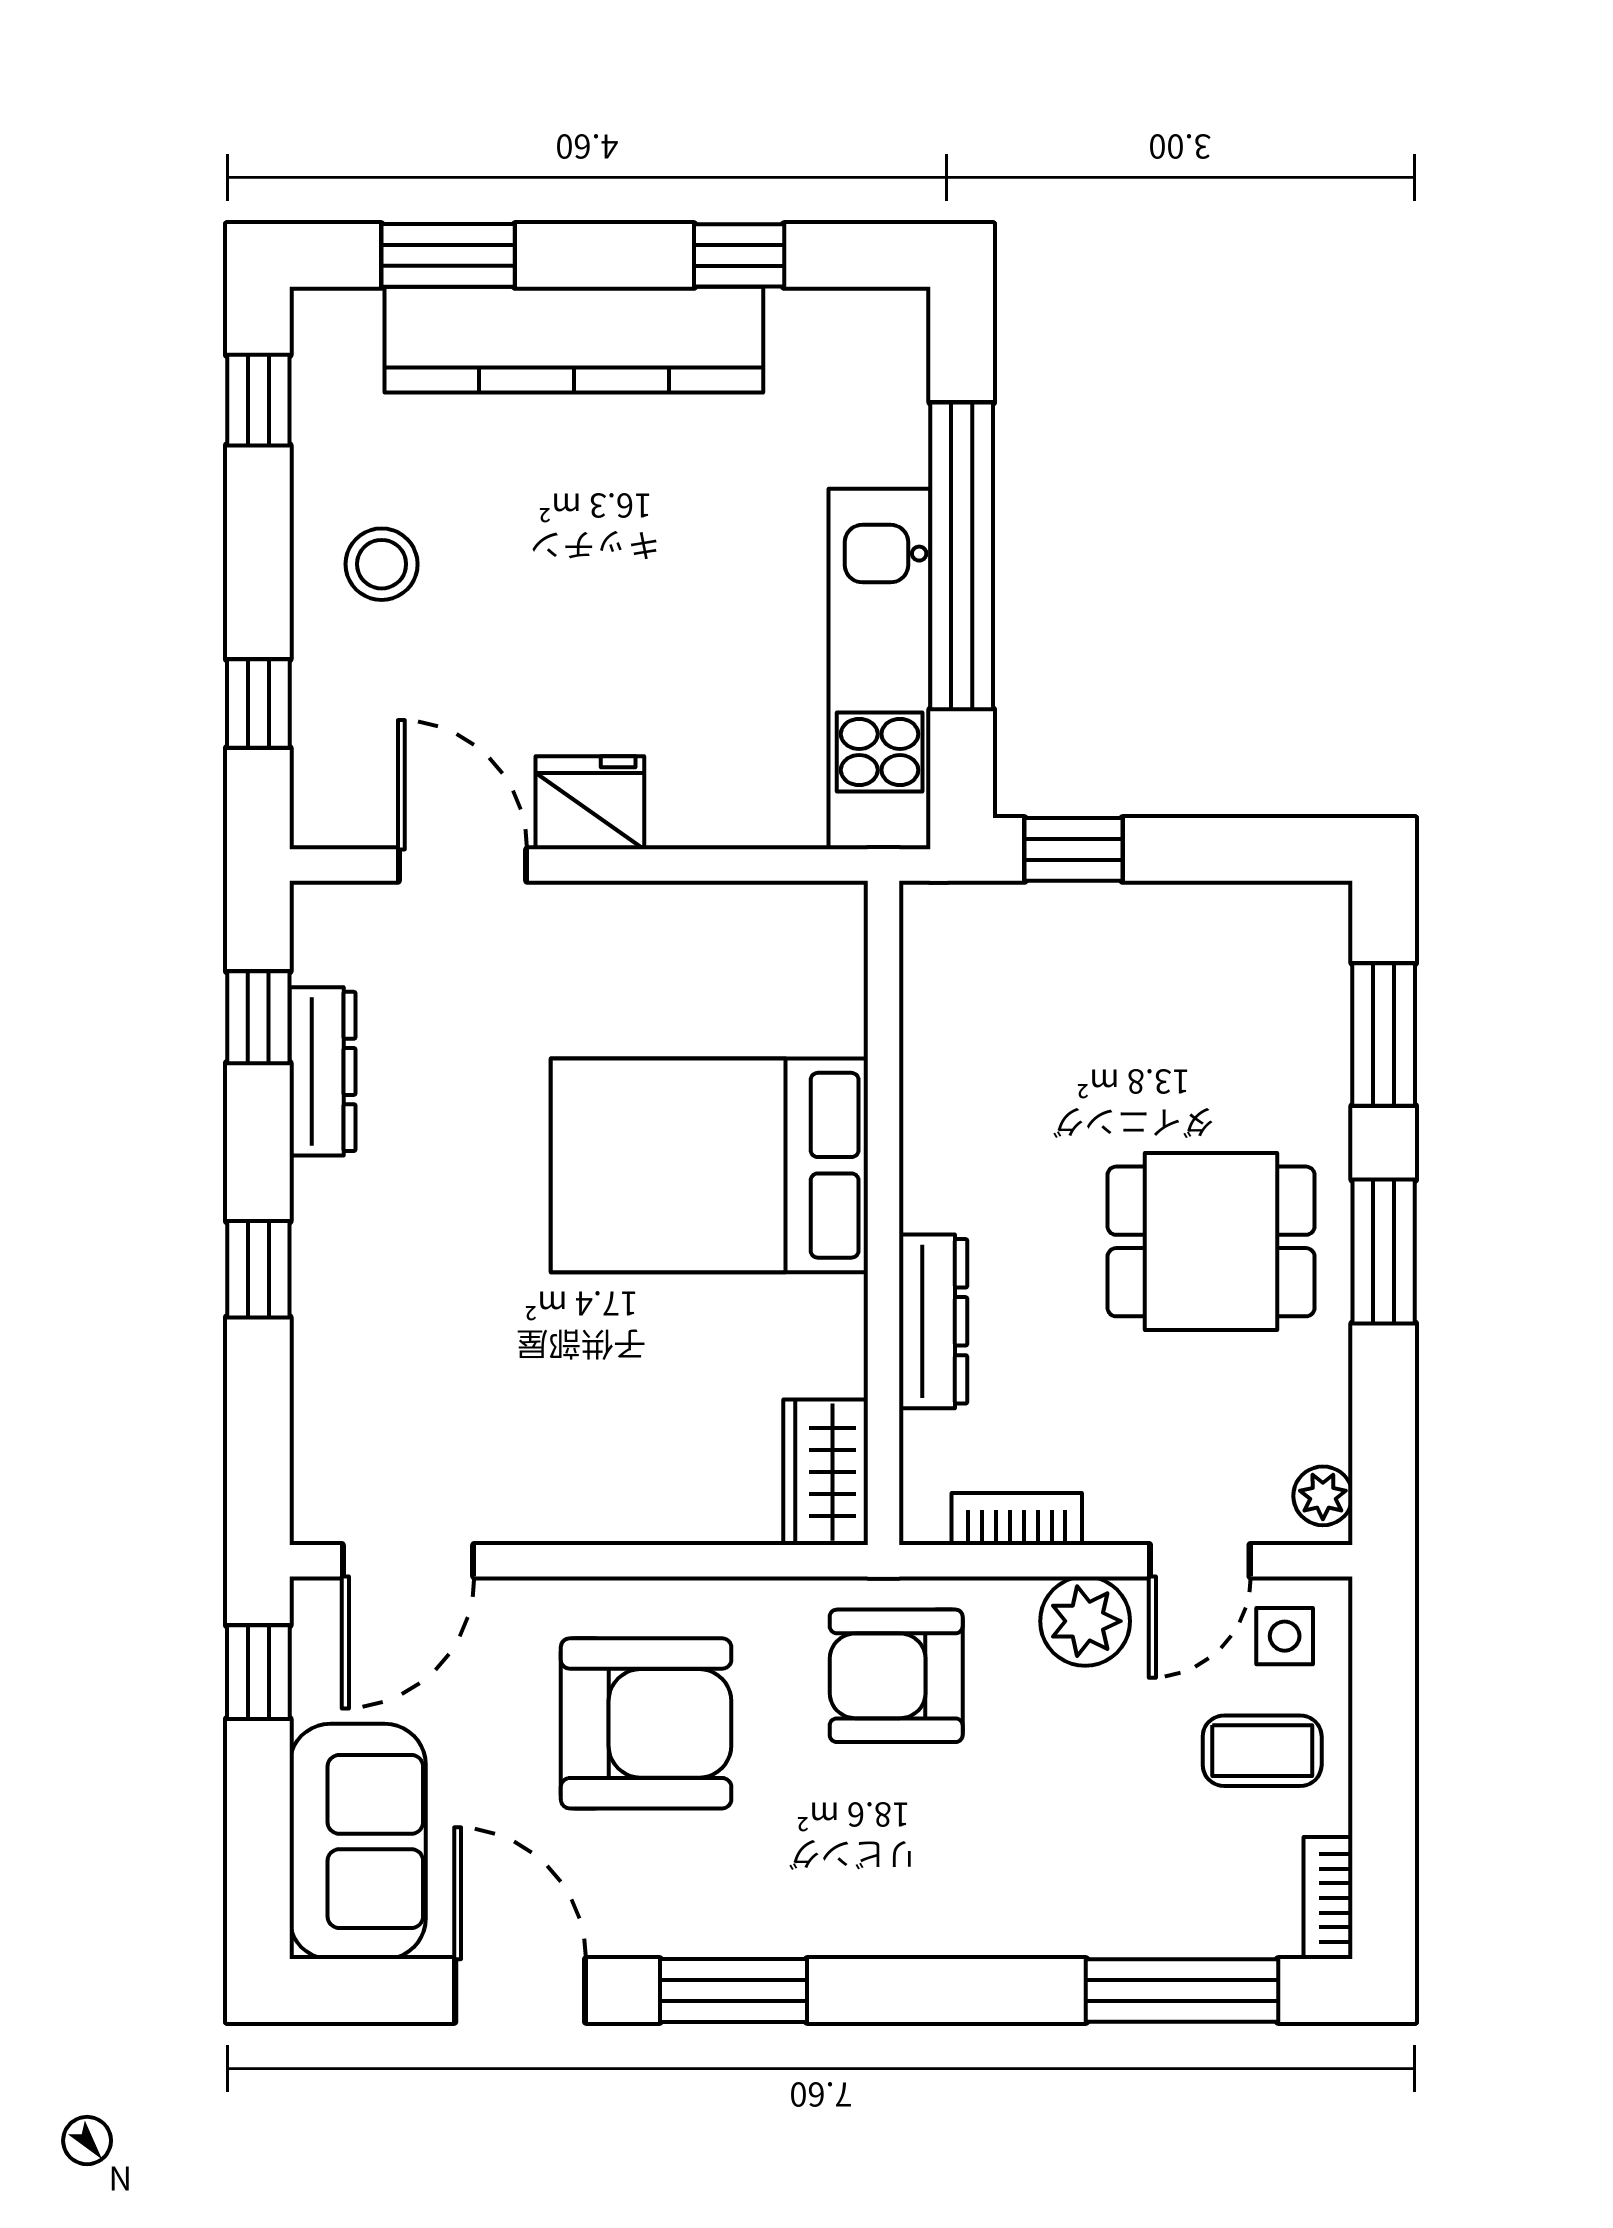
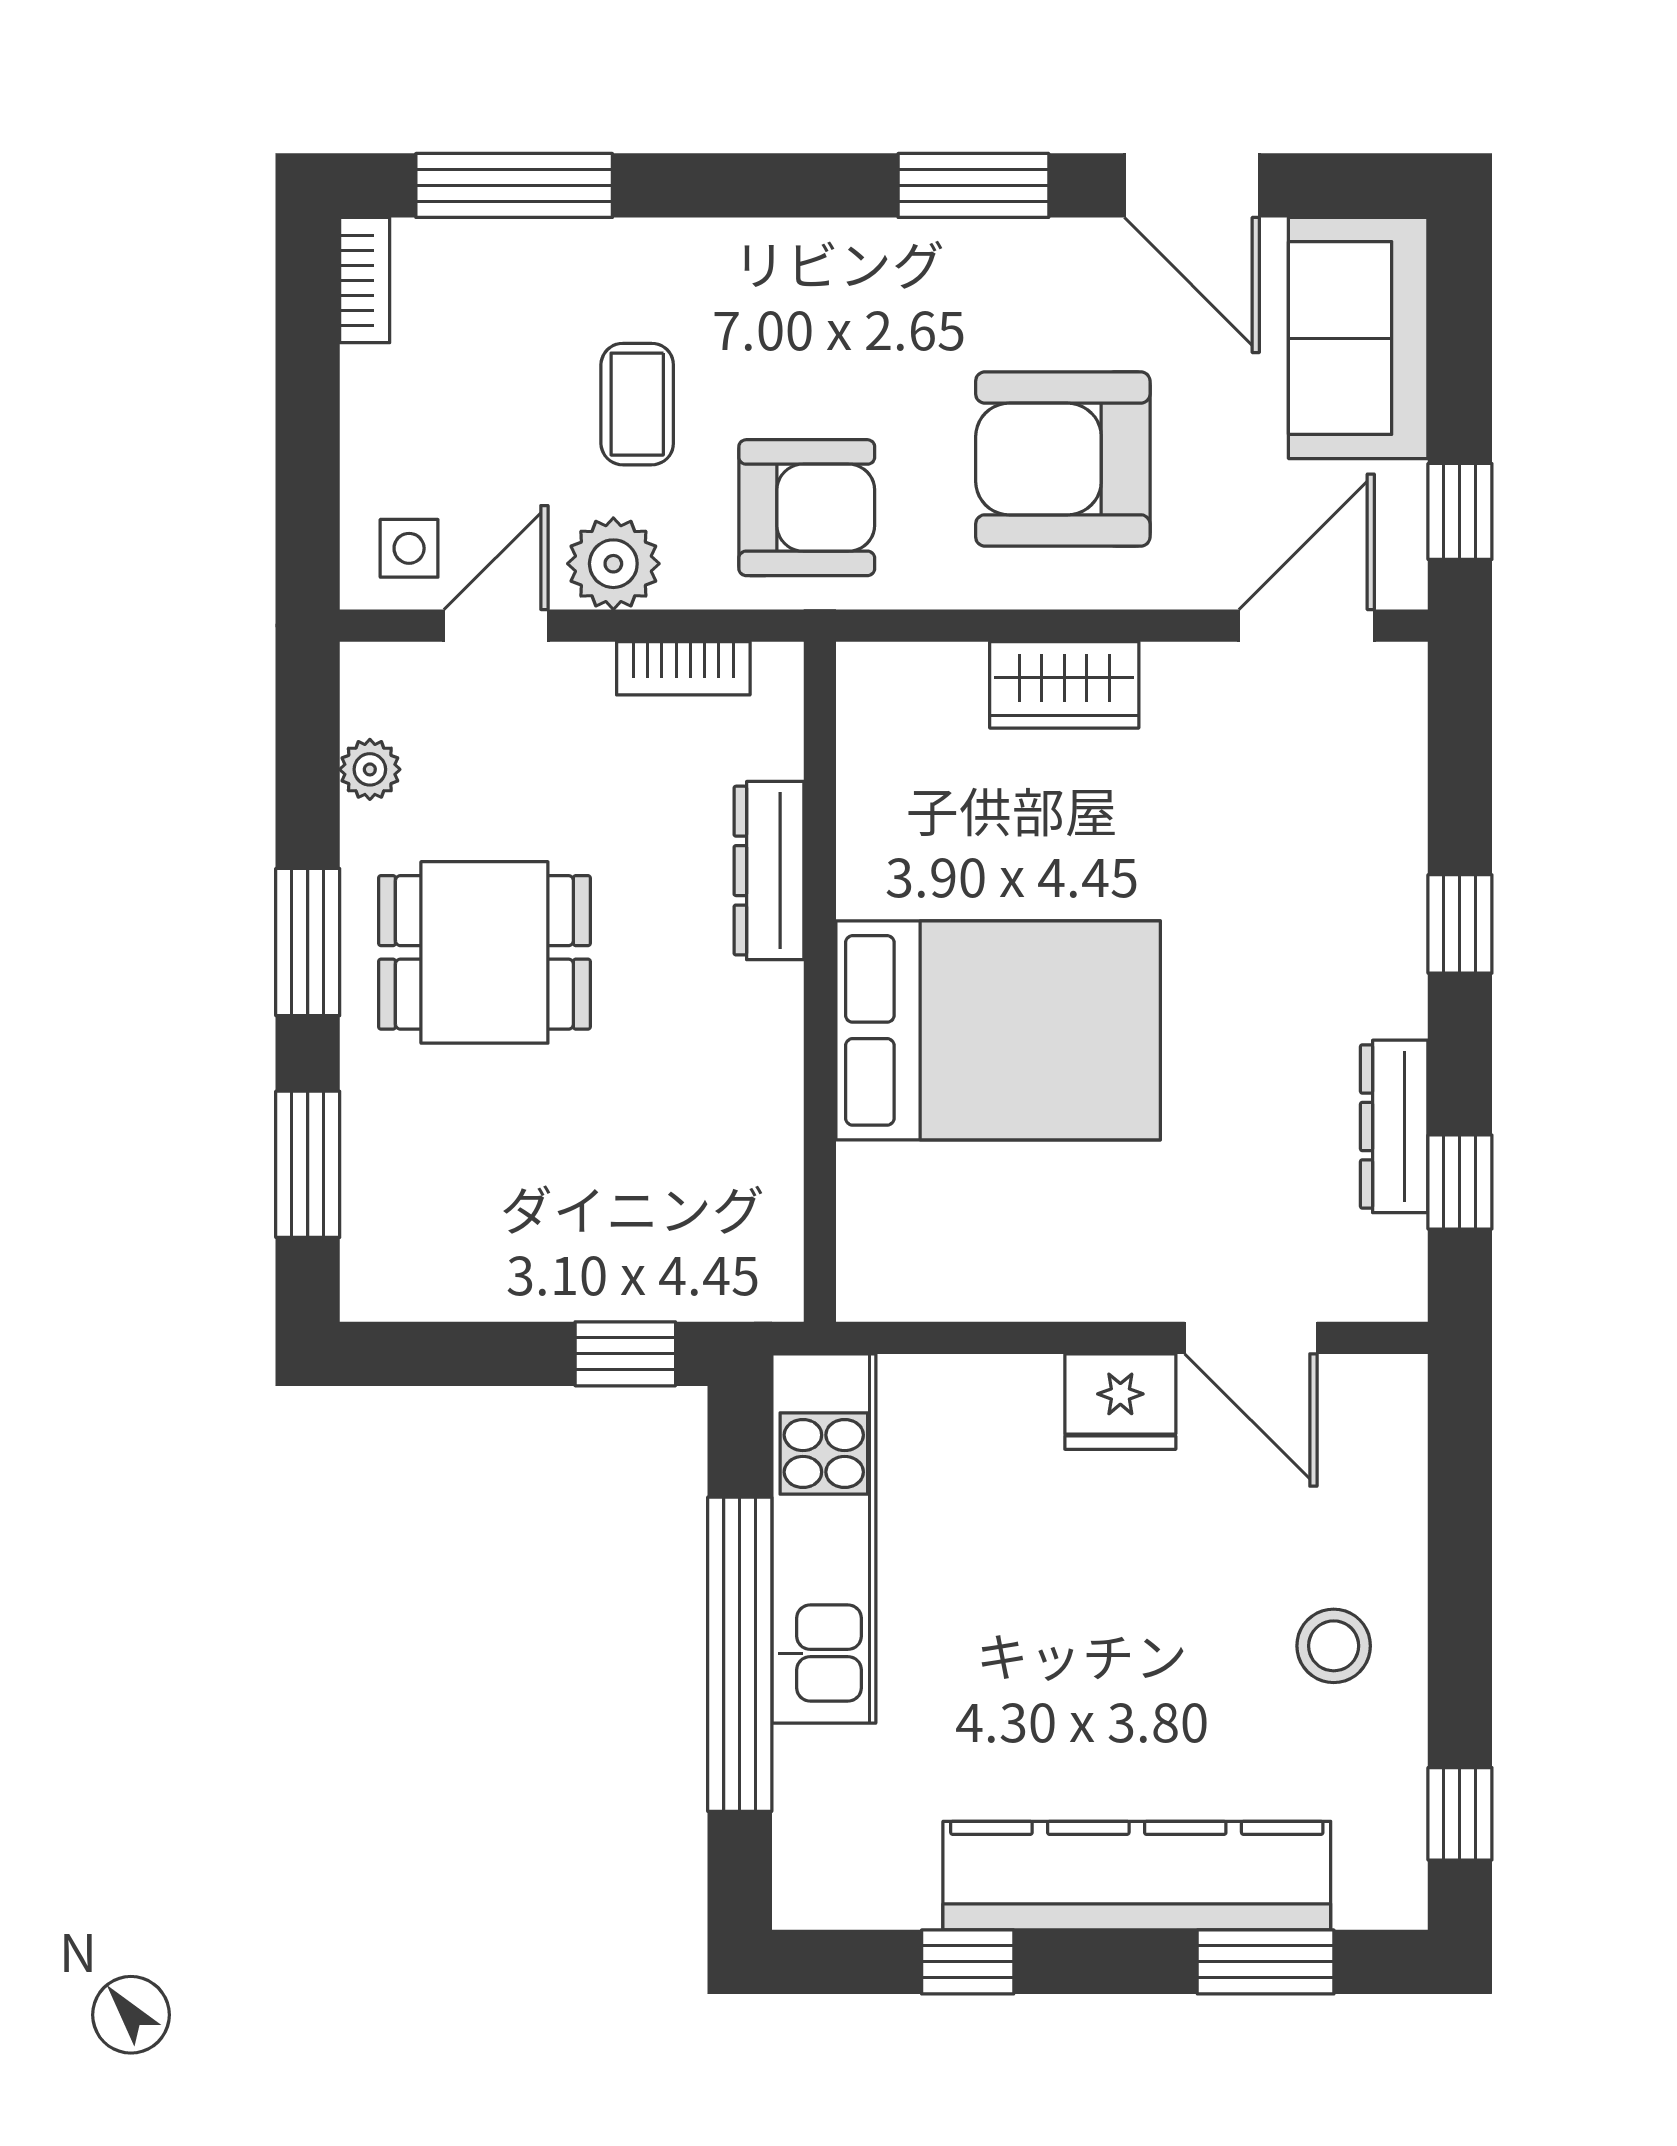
window: (258, 704) -> (1460, 1503), removed
wardrobe: (826, 1472) -> (1064, 685), moved, turned 90
plant: (1323, 1496) -> (370, 769), moved
coffee table: (1262, 1751) -> (637, 404), moved, turned 90

